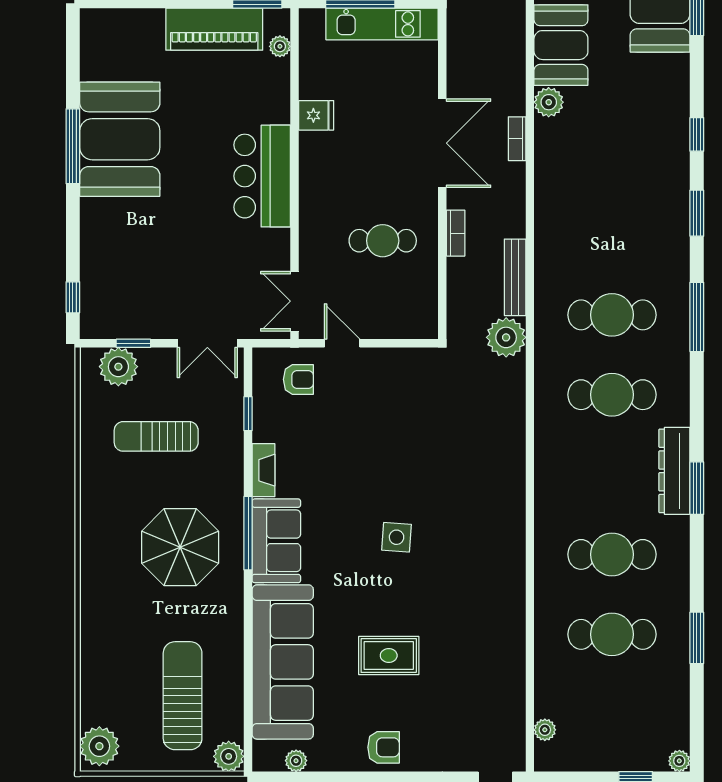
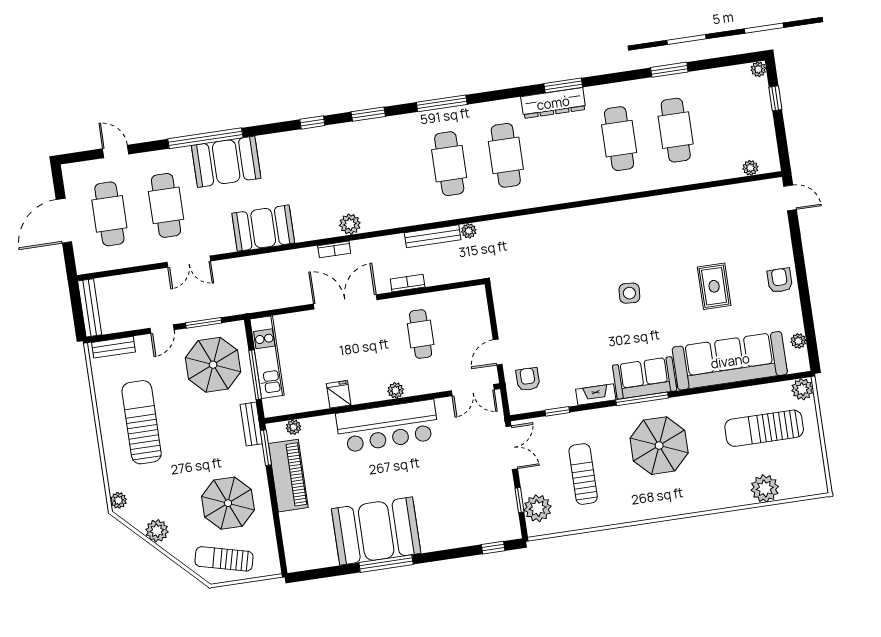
plant: (549, 102) -> (350, 224), moved
bar counter: (262, 176) -> (387, 426), width x1.36
plant: (310, 195) -> (396, 390), added
plant: (506, 337) -> (469, 231), width x0.53, depth x0.53
sun lounger: (156, 436) -> (583, 474), turned 180
plant: (99, 746) -> (765, 488), moved

